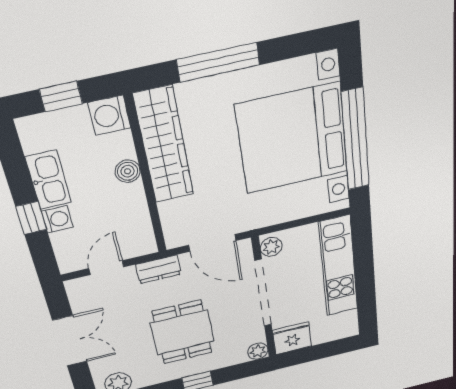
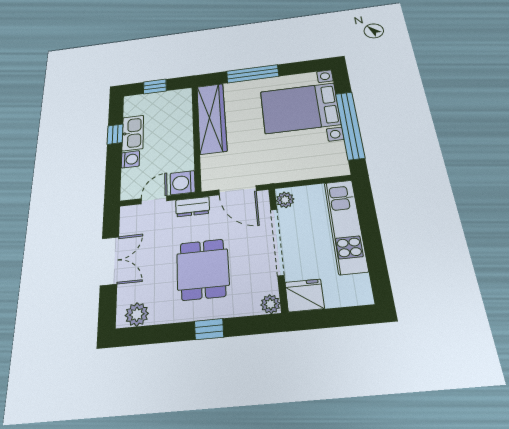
washing machine: (109, 115) -> (183, 183), moved
bed with nightstands: (293, 139) -> (300, 108), width x0.73
boiler: (128, 171) -> (185, 132), removed
window: (31, 218) -> (115, 134), moved

